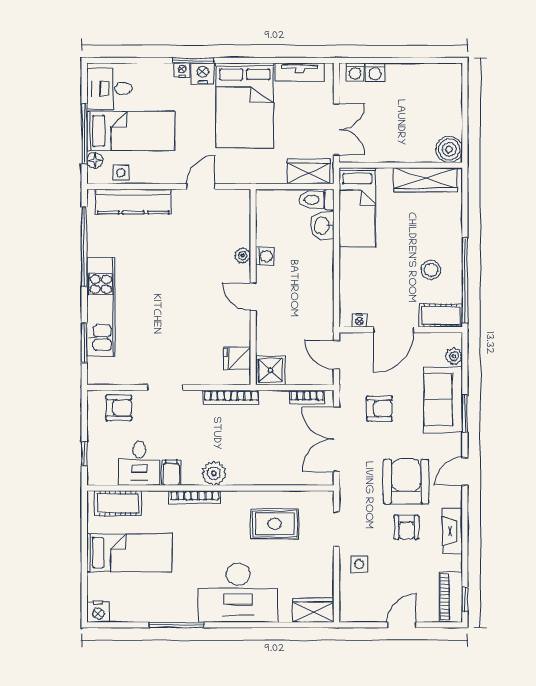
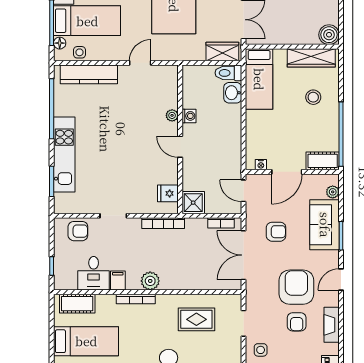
stool: (431, 270) -> (313, 97), moved

